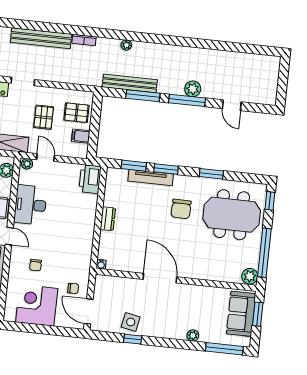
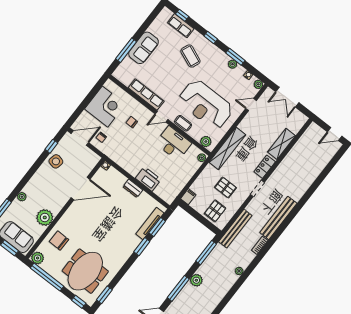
bench: (130, 83) -> (235, 229), moved
plant: (193, 89) -> (196, 280), moved
window: (143, 96) -> (206, 253), moved
filing cabinet: (81, 136) -> (188, 197), moved
door: (46, 158) -> (198, 172), removed
window: (211, 174) -> (104, 295), moved
tv unit: (151, 178) -> (150, 224), moved
printer: (90, 179) -> (148, 179), moved
chair: (181, 209) -> (59, 241), moved
door: (160, 278) -> (81, 188), moved
plant: (200, 296) -> (45, 217), added
window: (133, 339) -> (51, 146), moved

